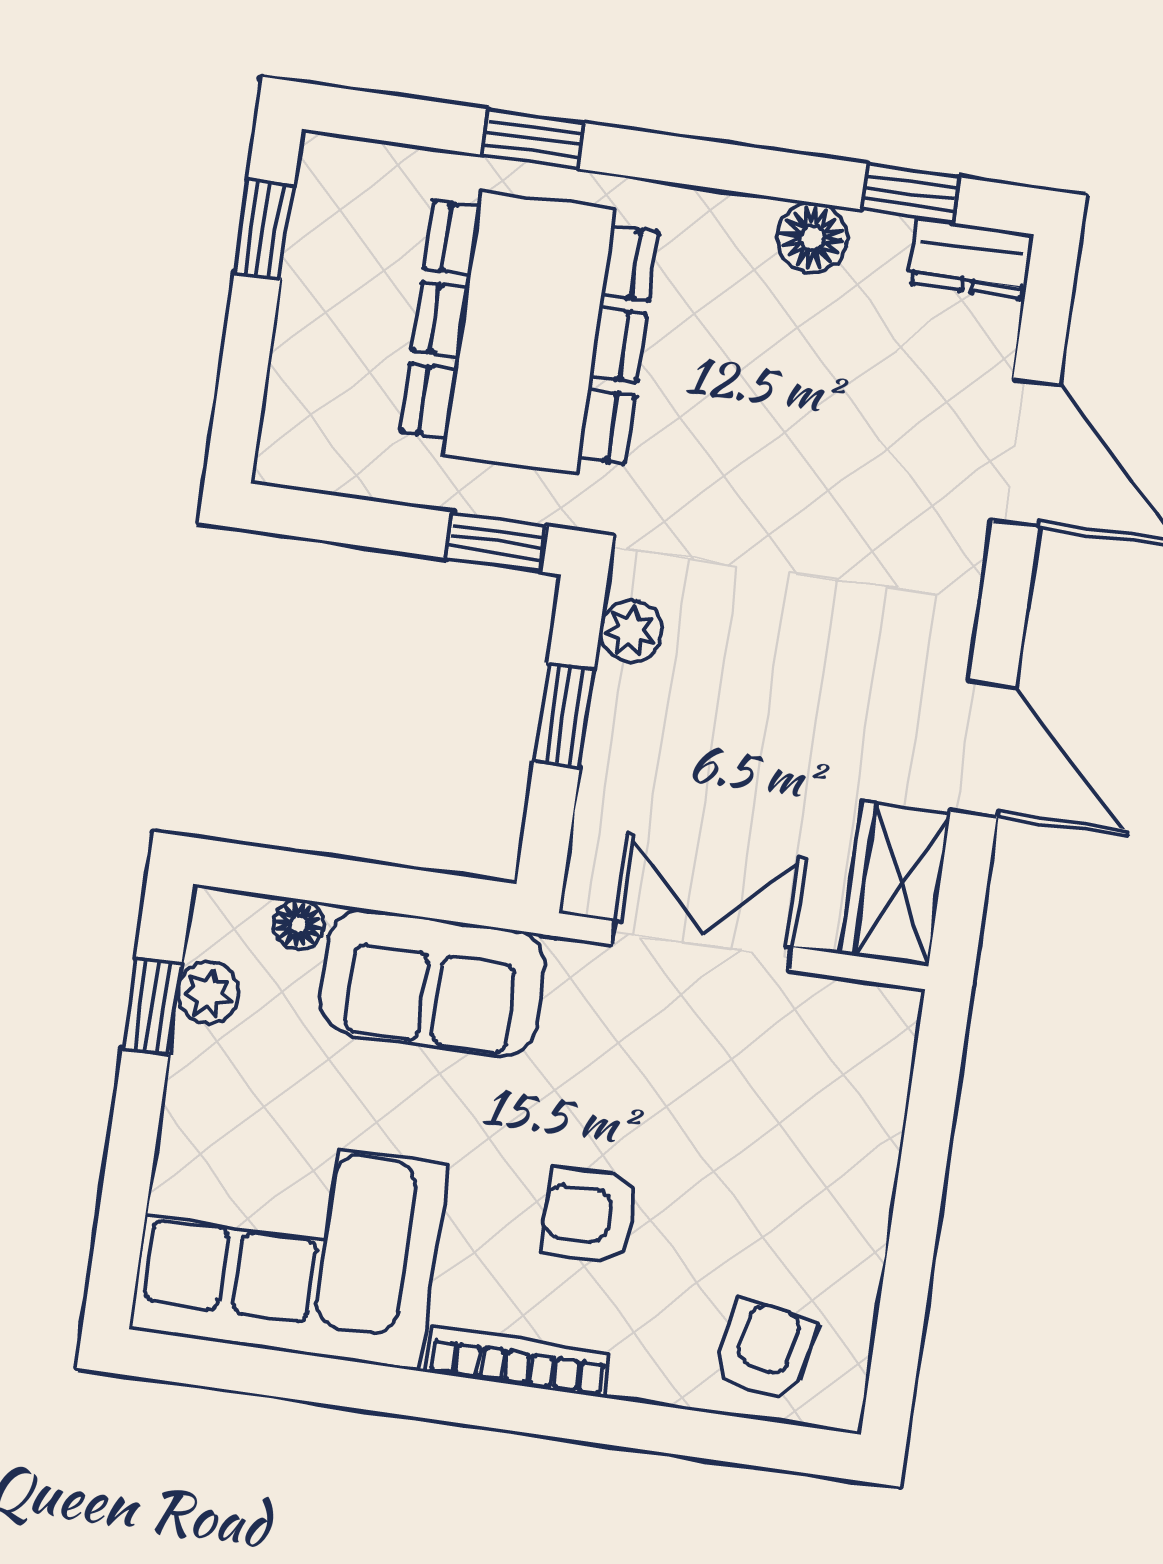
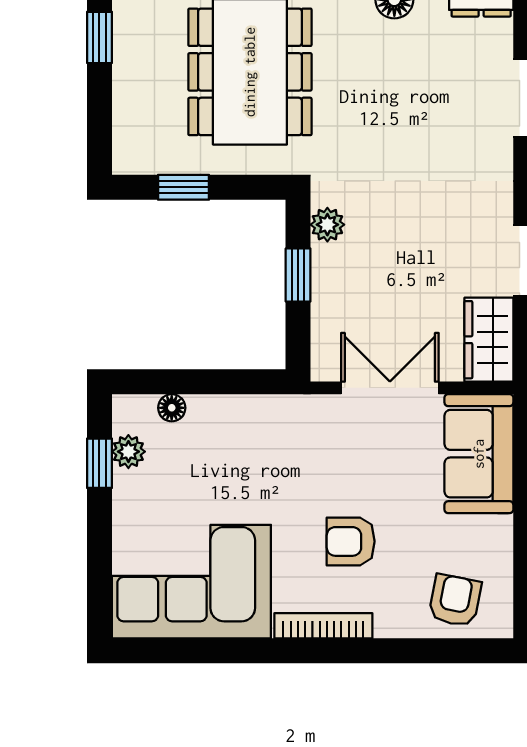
window: (496, 542) -> (184, 187), moved
sofa: (433, 982) -> (479, 454), moved, turned 90

